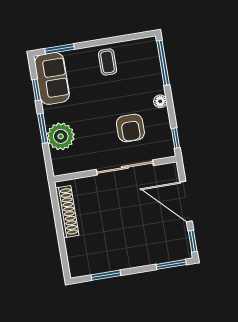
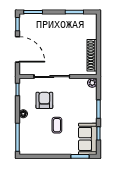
coffee table: (108, 62) -> (57, 125), moved
plant: (61, 136) -> (92, 83), moved, width x0.53, depth x0.53

